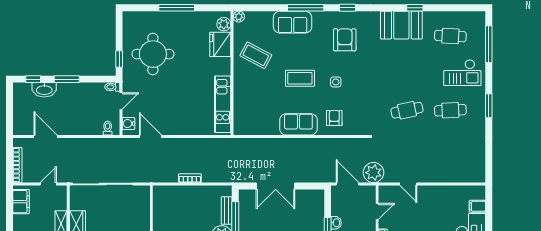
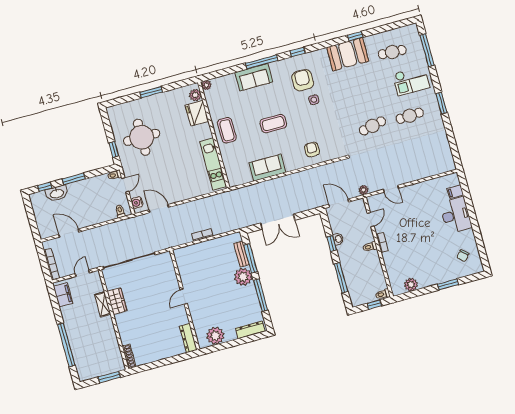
window: (177, 8) -> (151, 92), width x0.69
coffee table: (256, 55) -> (227, 130), moved, turned 62
side table: (336, 82) -> (314, 100), moved
sofa: (298, 124) -> (267, 168), moved
plant: (373, 173) -> (364, 190), width x0.53, depth x0.53

